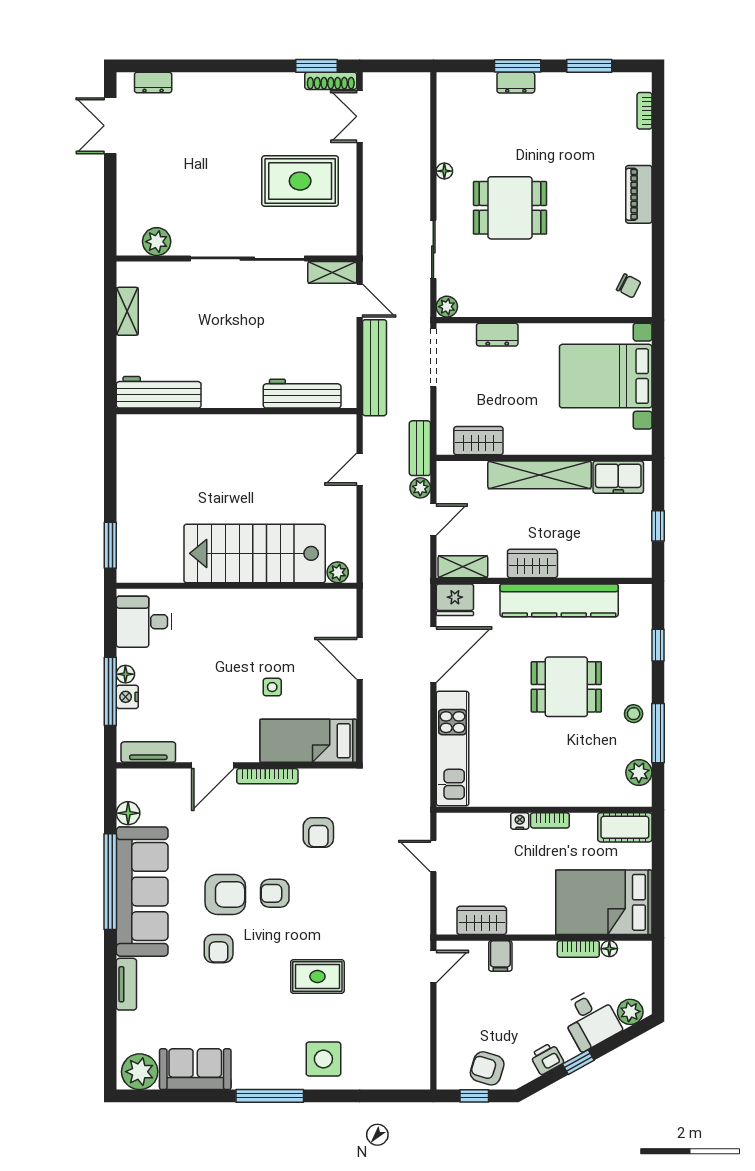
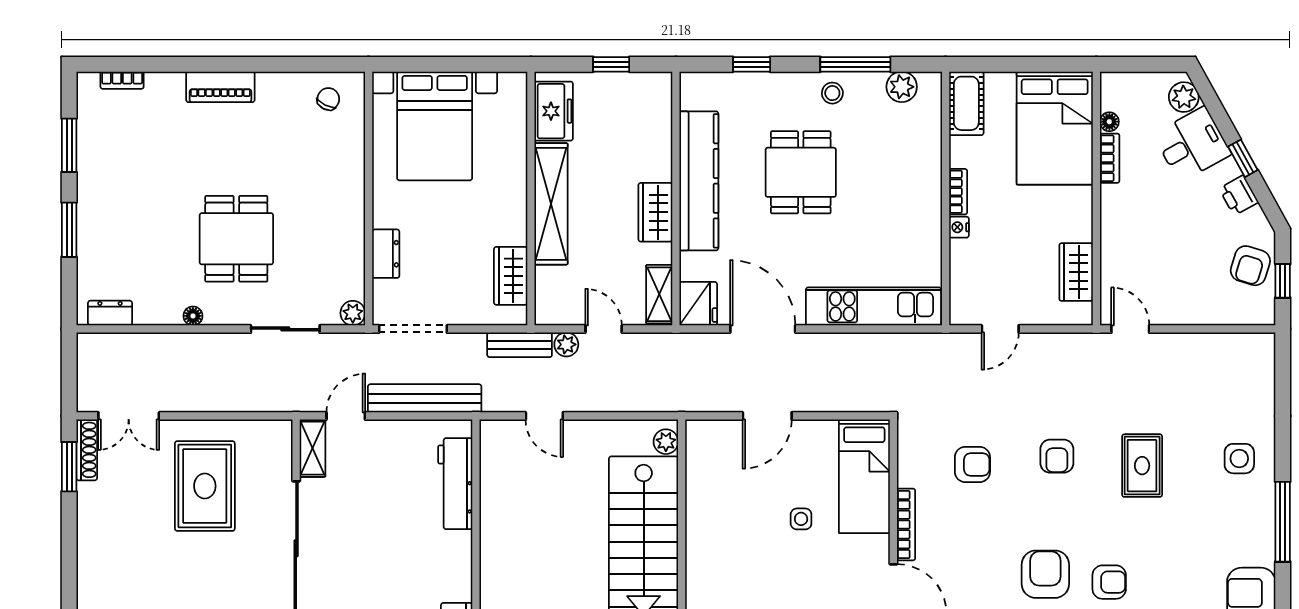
dresser: (516, 83) -> (110, 313), moved, turned -90
armchair: (275, 893) -> (1057, 456), moved
filing cabinet: (500, 956) -> (1118, 250), removed
side table: (323, 1059) -> (1239, 459), width x0.73, depth x0.73

